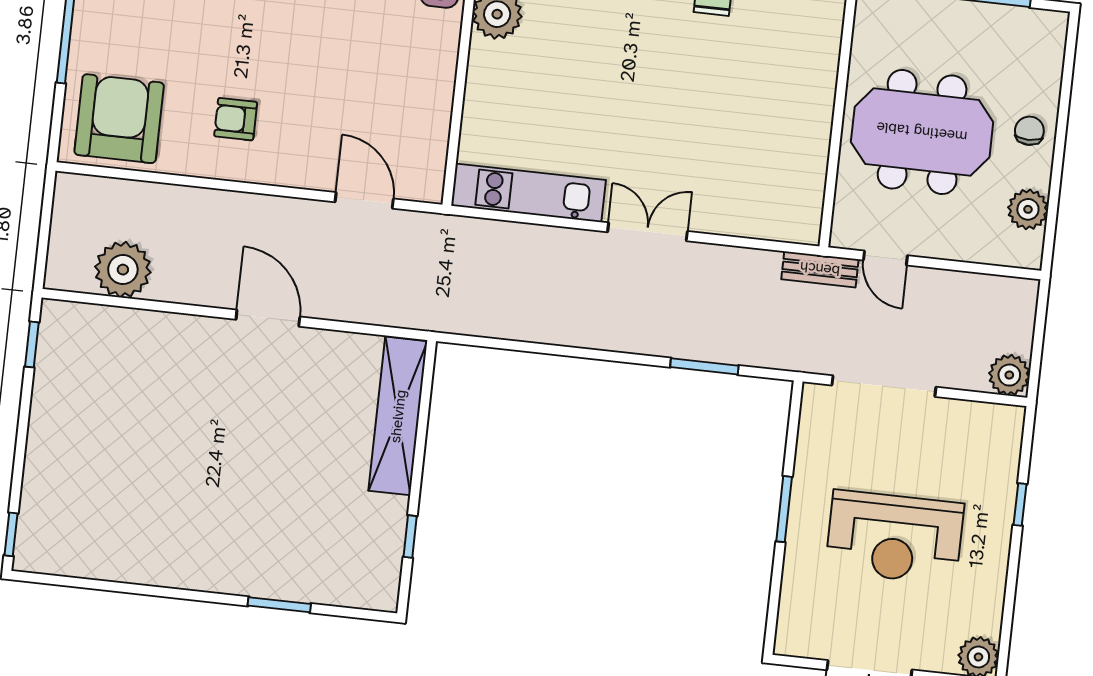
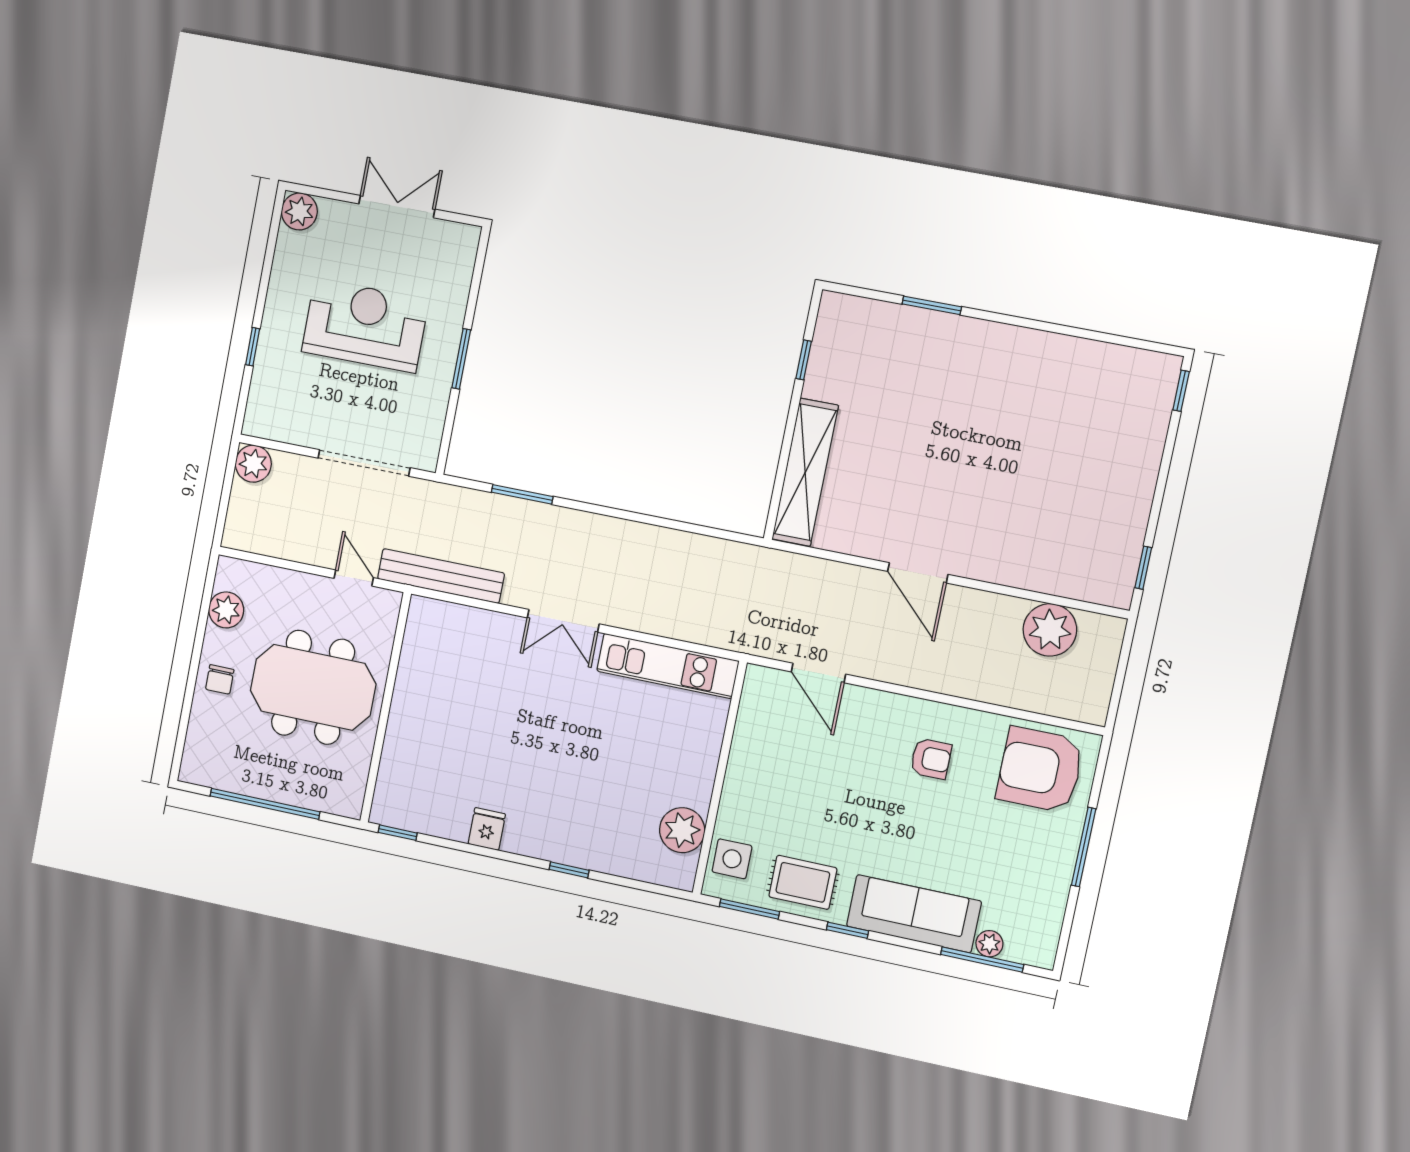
armchair: (119, 119) -> (1040, 770), turned 90
bench: (820, 269) -> (441, 576), width x1.86, depth x1.21

